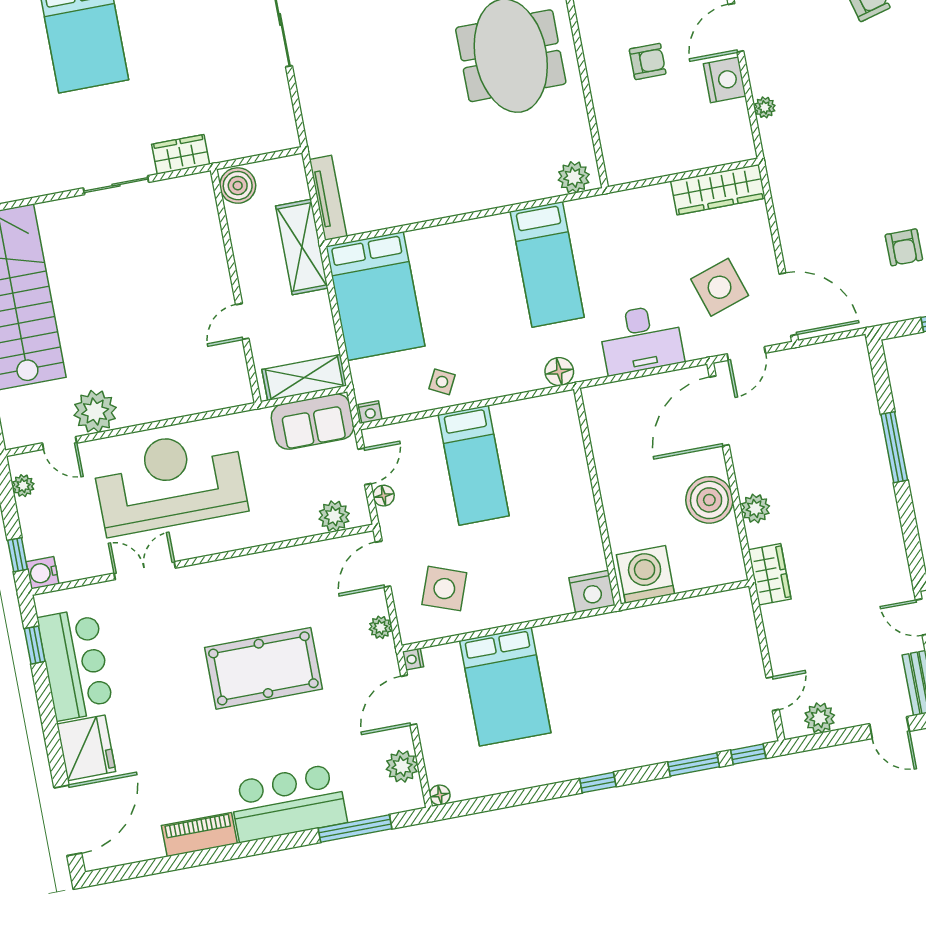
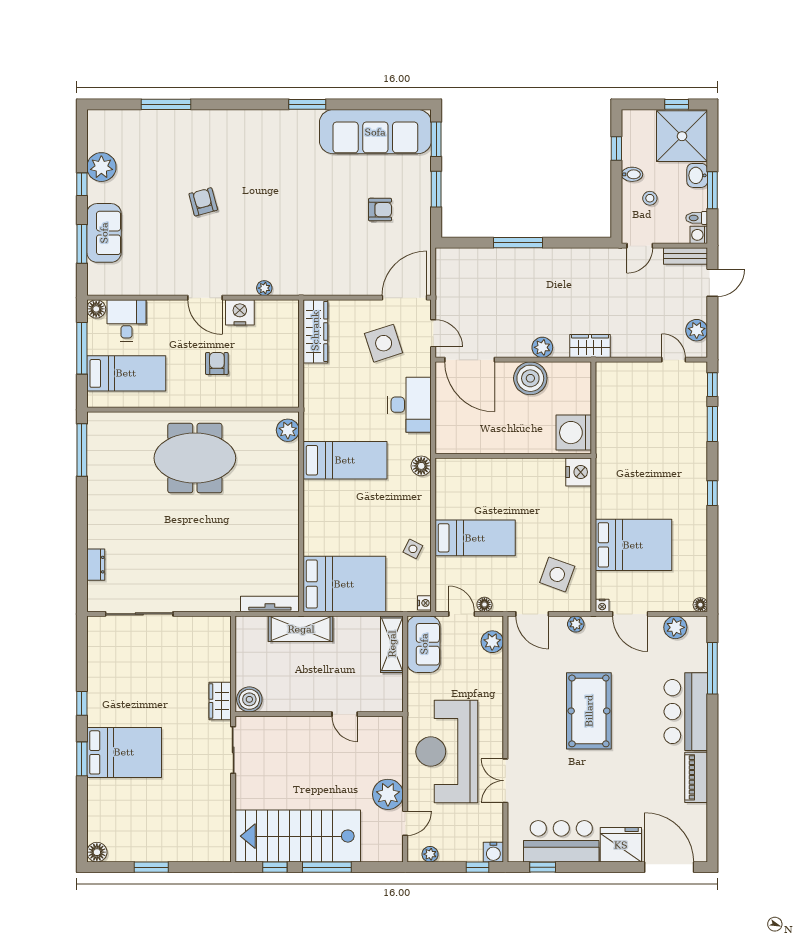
boiler: (238, 186) -> (249, 699), moved
wall: (236, 286) -> (319, 714), moved
door: (242, 322) -> (345, 714), moved

